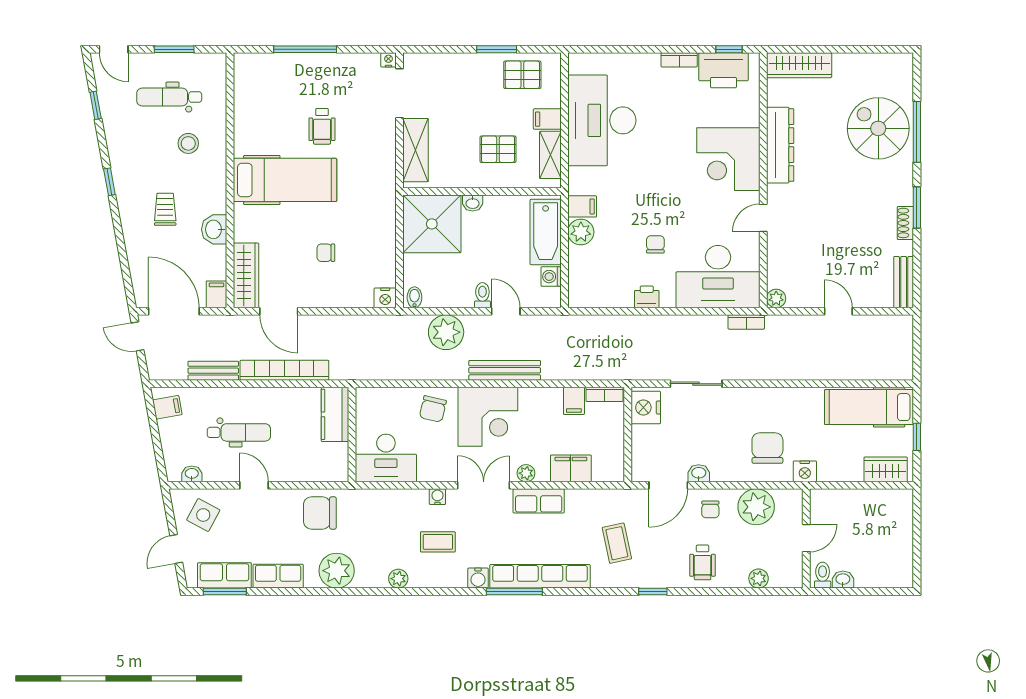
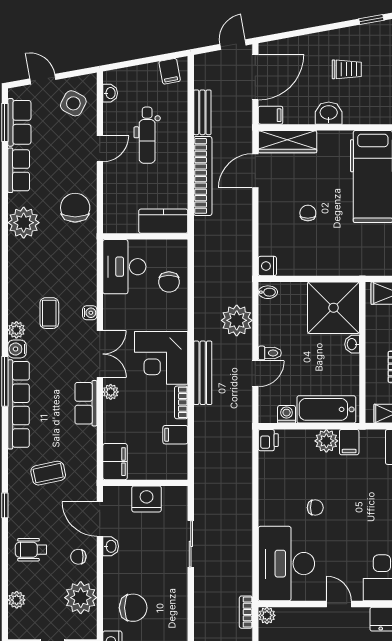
printer: (647, 297) -> (268, 440), moved
bookcase: (746, 322) -> (246, 612), moved
bookcase: (604, 394) -> (181, 402), moved
nightstand: (646, 408) -> (147, 499), moved
chair: (433, 409) -> (169, 282), moved, turned -103
filing cabinet: (571, 468) -> (115, 462), moved
plant: (398, 579) -> (16, 330), moved

